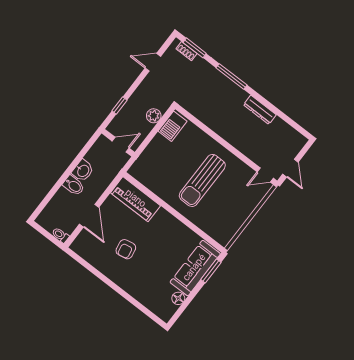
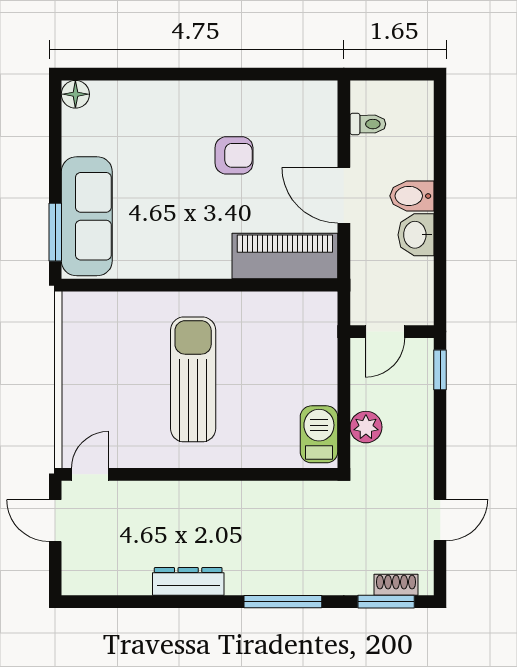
window: (119, 105) -> (440, 370), moved
door: (89, 216) -> (344, 195), moved
toilet: (60, 235) -> (368, 124), moved
armchair: (126, 249) -> (234, 155), turned 100
floor lamp: (178, 298) -> (75, 94), moved

